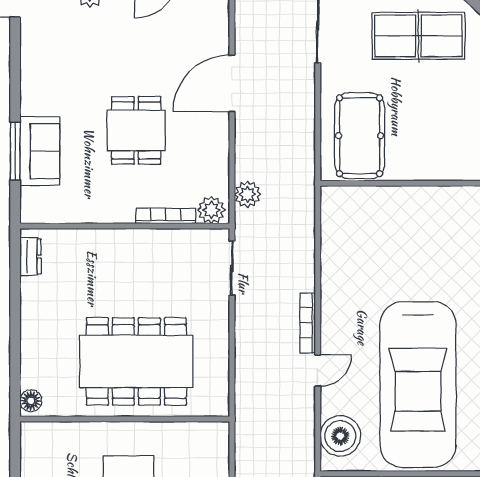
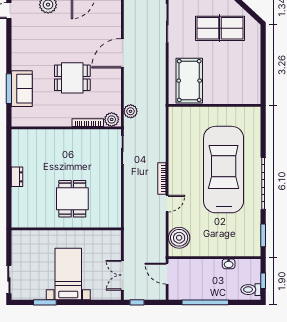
dining table: (136, 130) -> (72, 78), turned 90
dresser: (31, 257) -> (17, 177), moved
dining table: (136, 361) -> (72, 199), width x0.53, depth x0.80
car: (418, 385) -> (224, 170), moved, turned 180
floor lamp: (31, 401) -> (17, 219), removed

